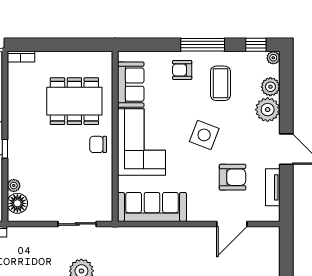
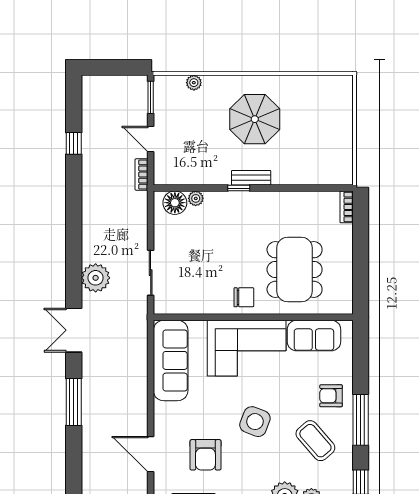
armchair: (182, 70) -> (331, 396), turned -90
coffee table: (220, 83) -> (315, 441), turned 49
chair: (98, 144) -> (244, 297), turned 90

